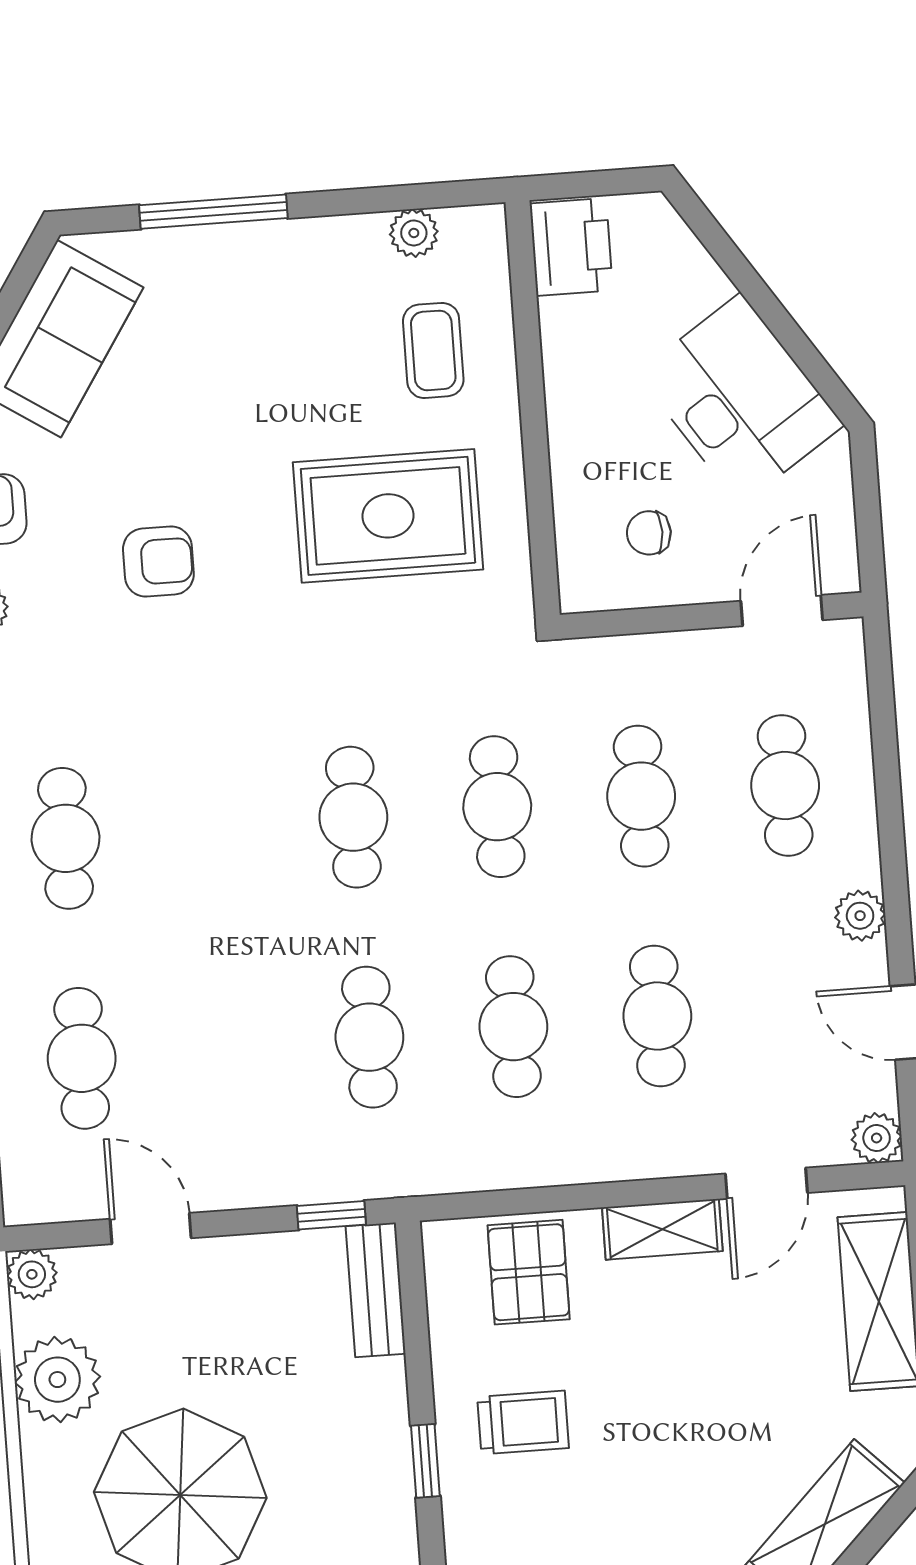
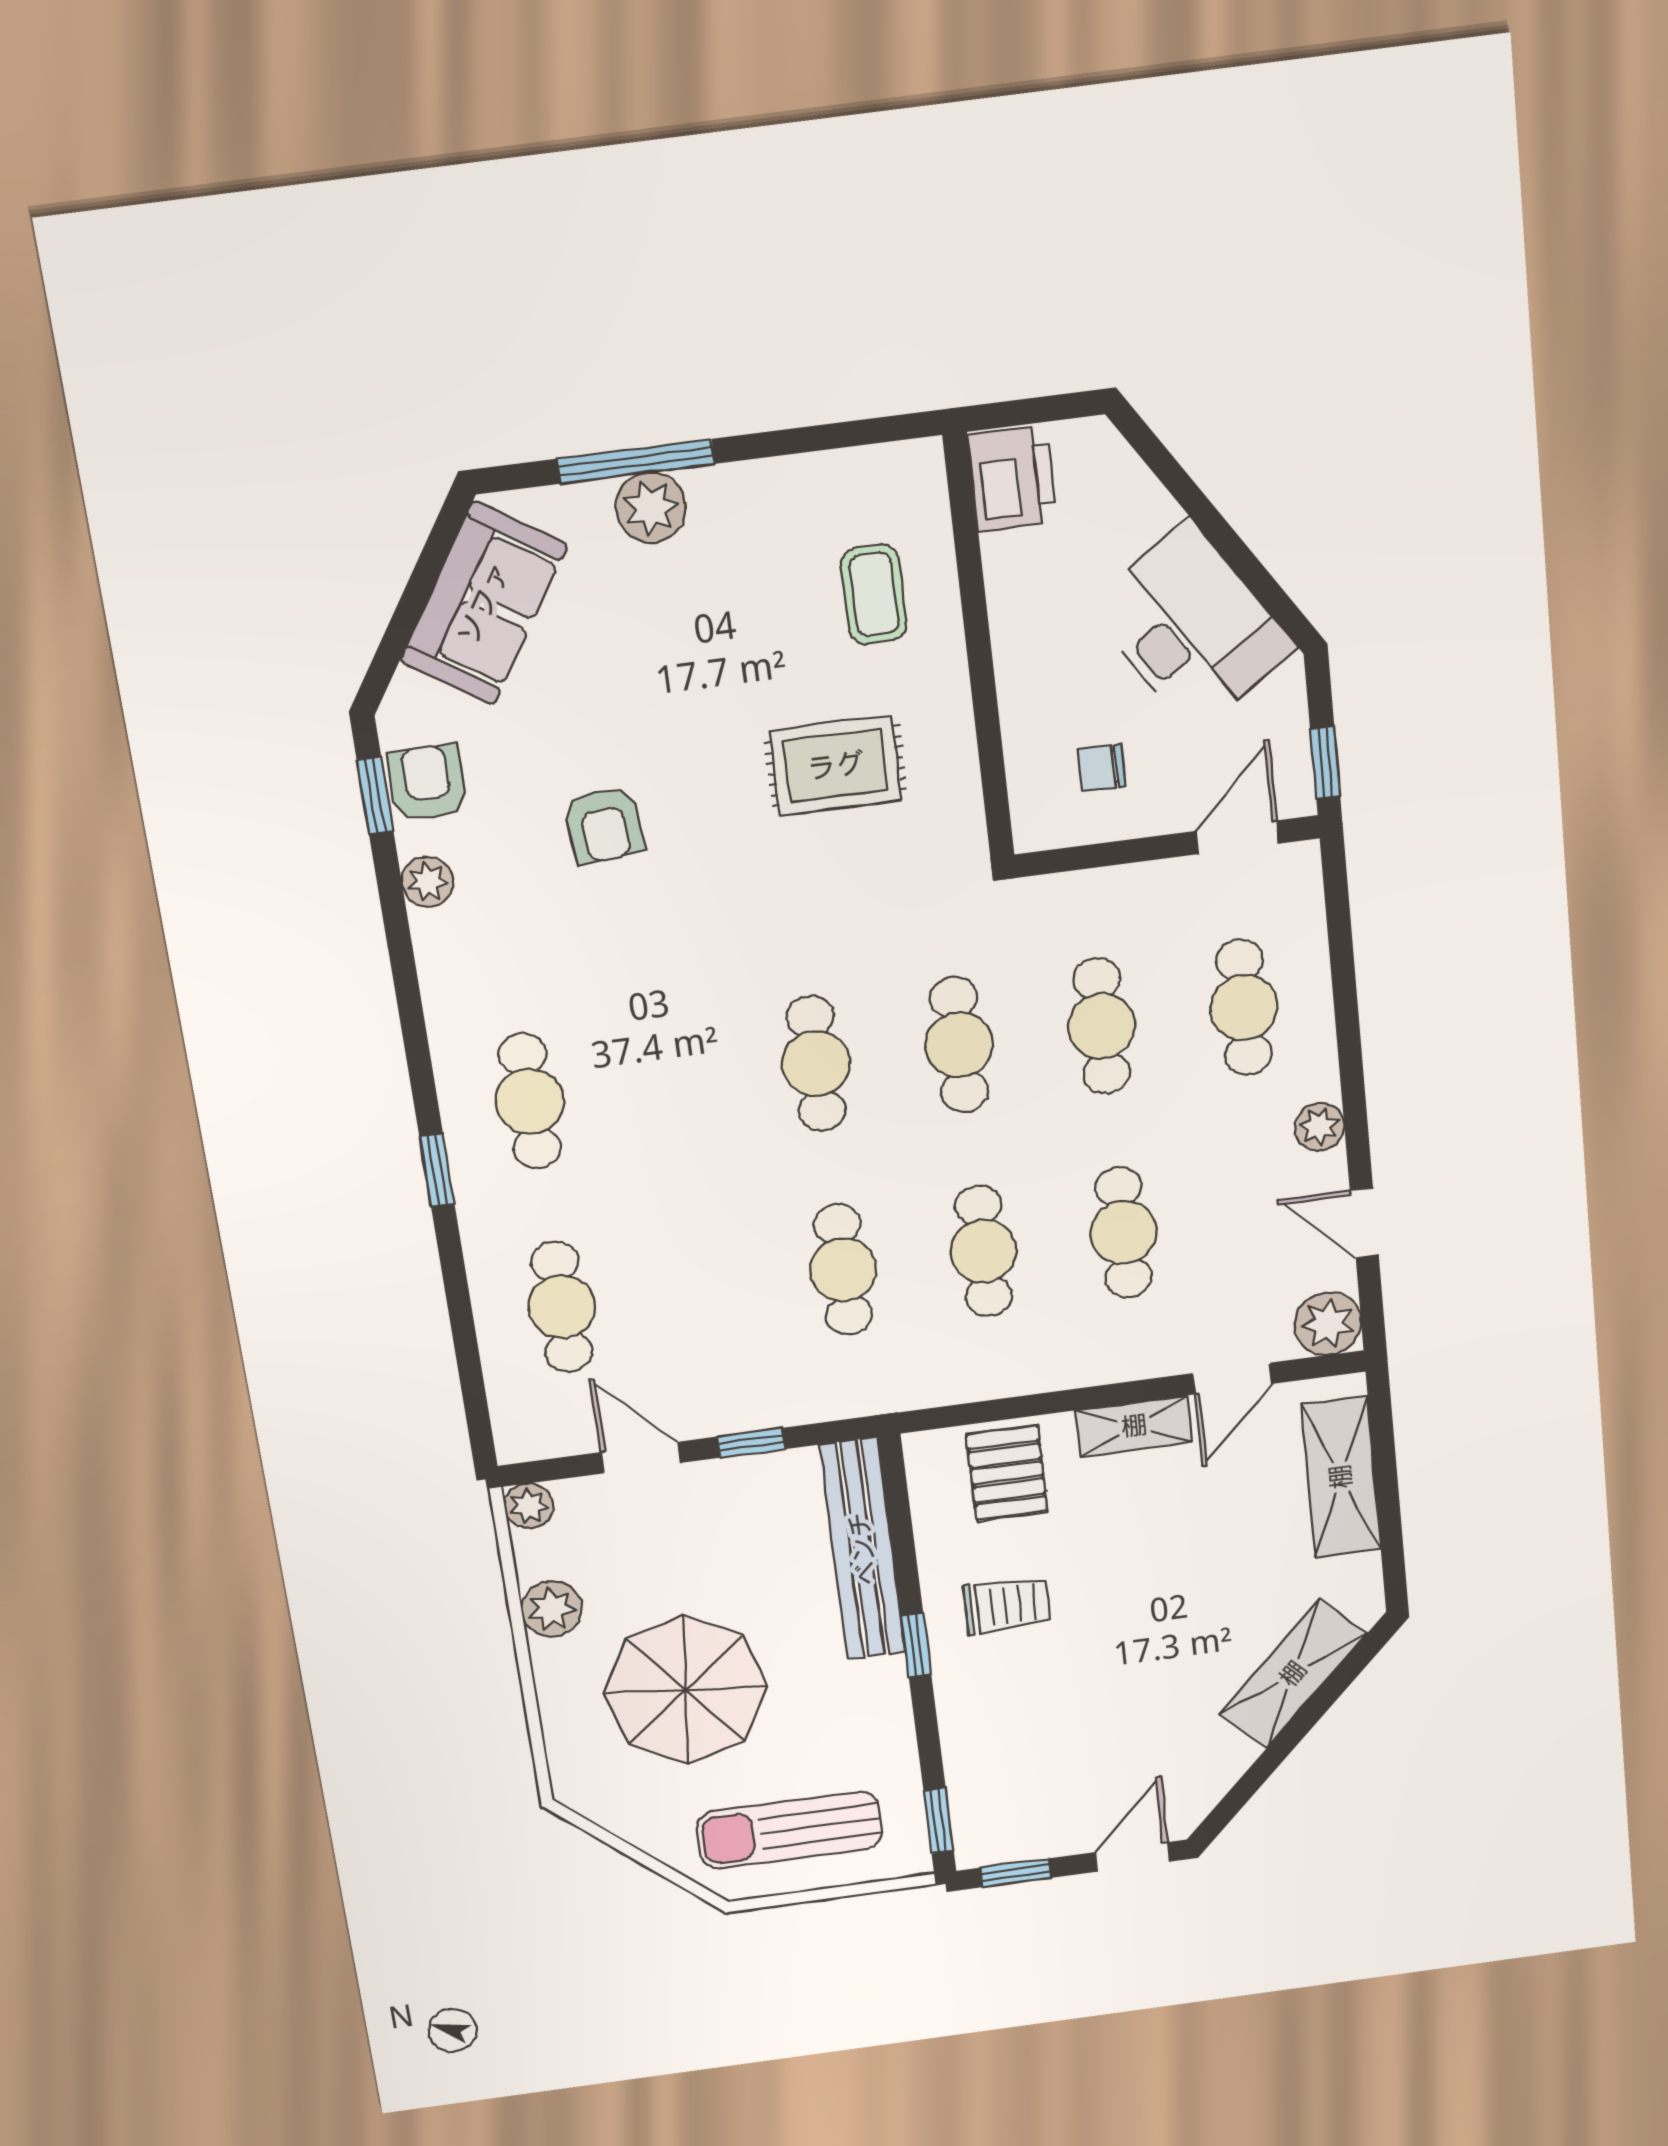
plant: (414, 233) -> (651, 508), moved, width x1.38, depth x1.38
rug: (388, 516) -> (836, 766), width x0.73, depth x0.70
window: (870, 540) -> (1325, 762), added
armchair: (158, 562) -> (604, 825), turned 84
plant: (877, 1138) -> (1328, 1324), width x1.38, depth x1.38
window: (331, 1215) -> (752, 1443), moved
bench: (376, 1290) -> (863, 1549), width x1.86, depth x1.21
plant: (57, 1380) -> (552, 1609), width x0.73, depth x0.73

